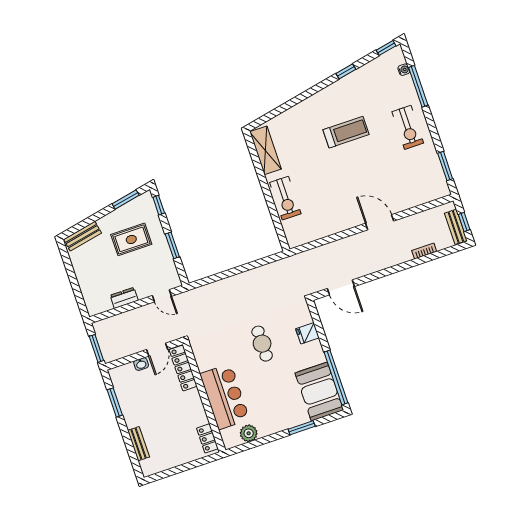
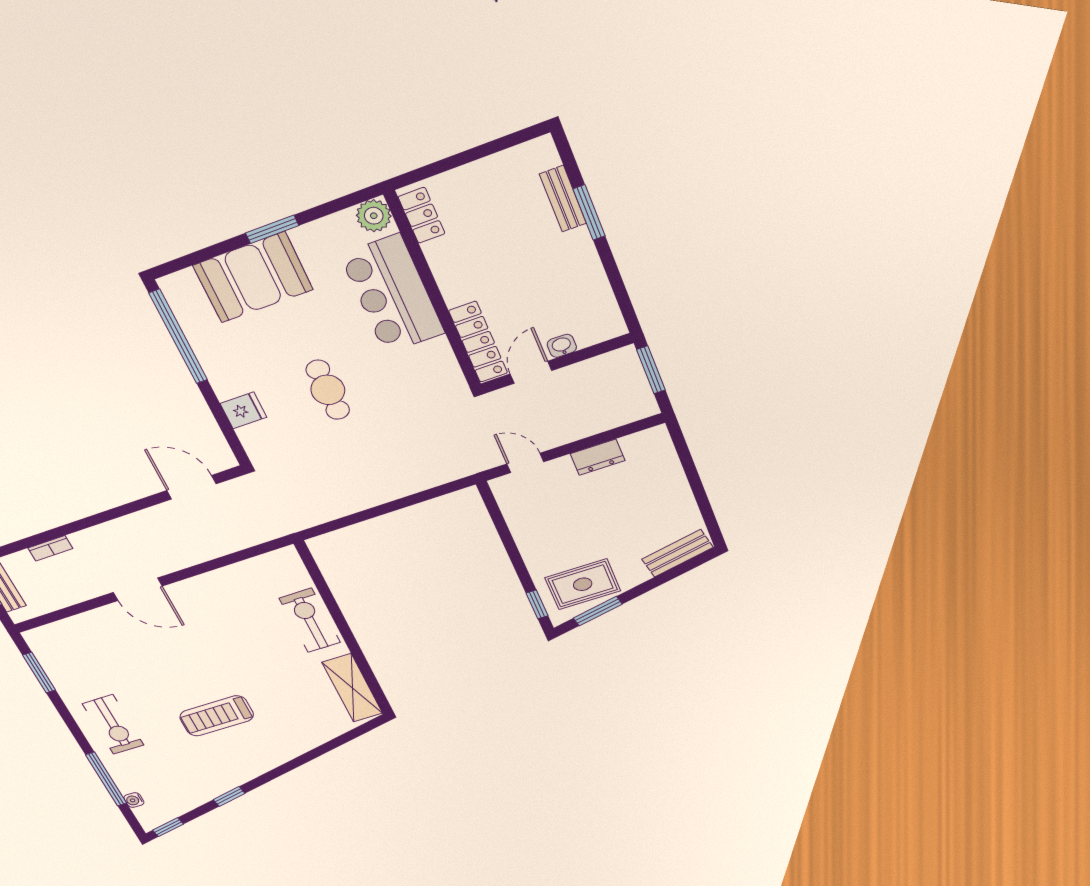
exercise bike: (408, 127) -> (113, 724), turned 180
rug: (131, 239) -> (583, 584), moved
window: (172, 245) -> (509, 544), removed
booth: (319, 391) -> (253, 278), moved, turned 90
window: (115, 402) -> (589, 212), moved
window: (302, 428) -> (272, 229), moved
plant: (249, 433) -> (374, 216), moved

